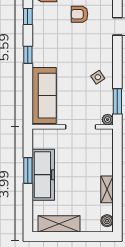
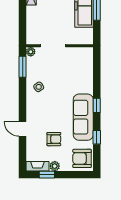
sofa: (44, 96) -> (83, 117), moved

